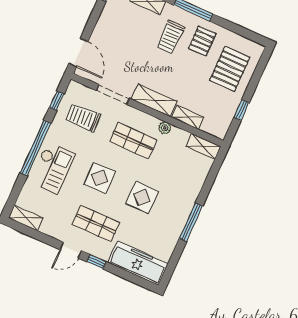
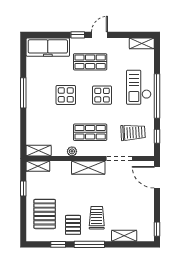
window: (230, 26) -> (58, 244), added
shelving: (188, 117) -> (38, 166), moved

